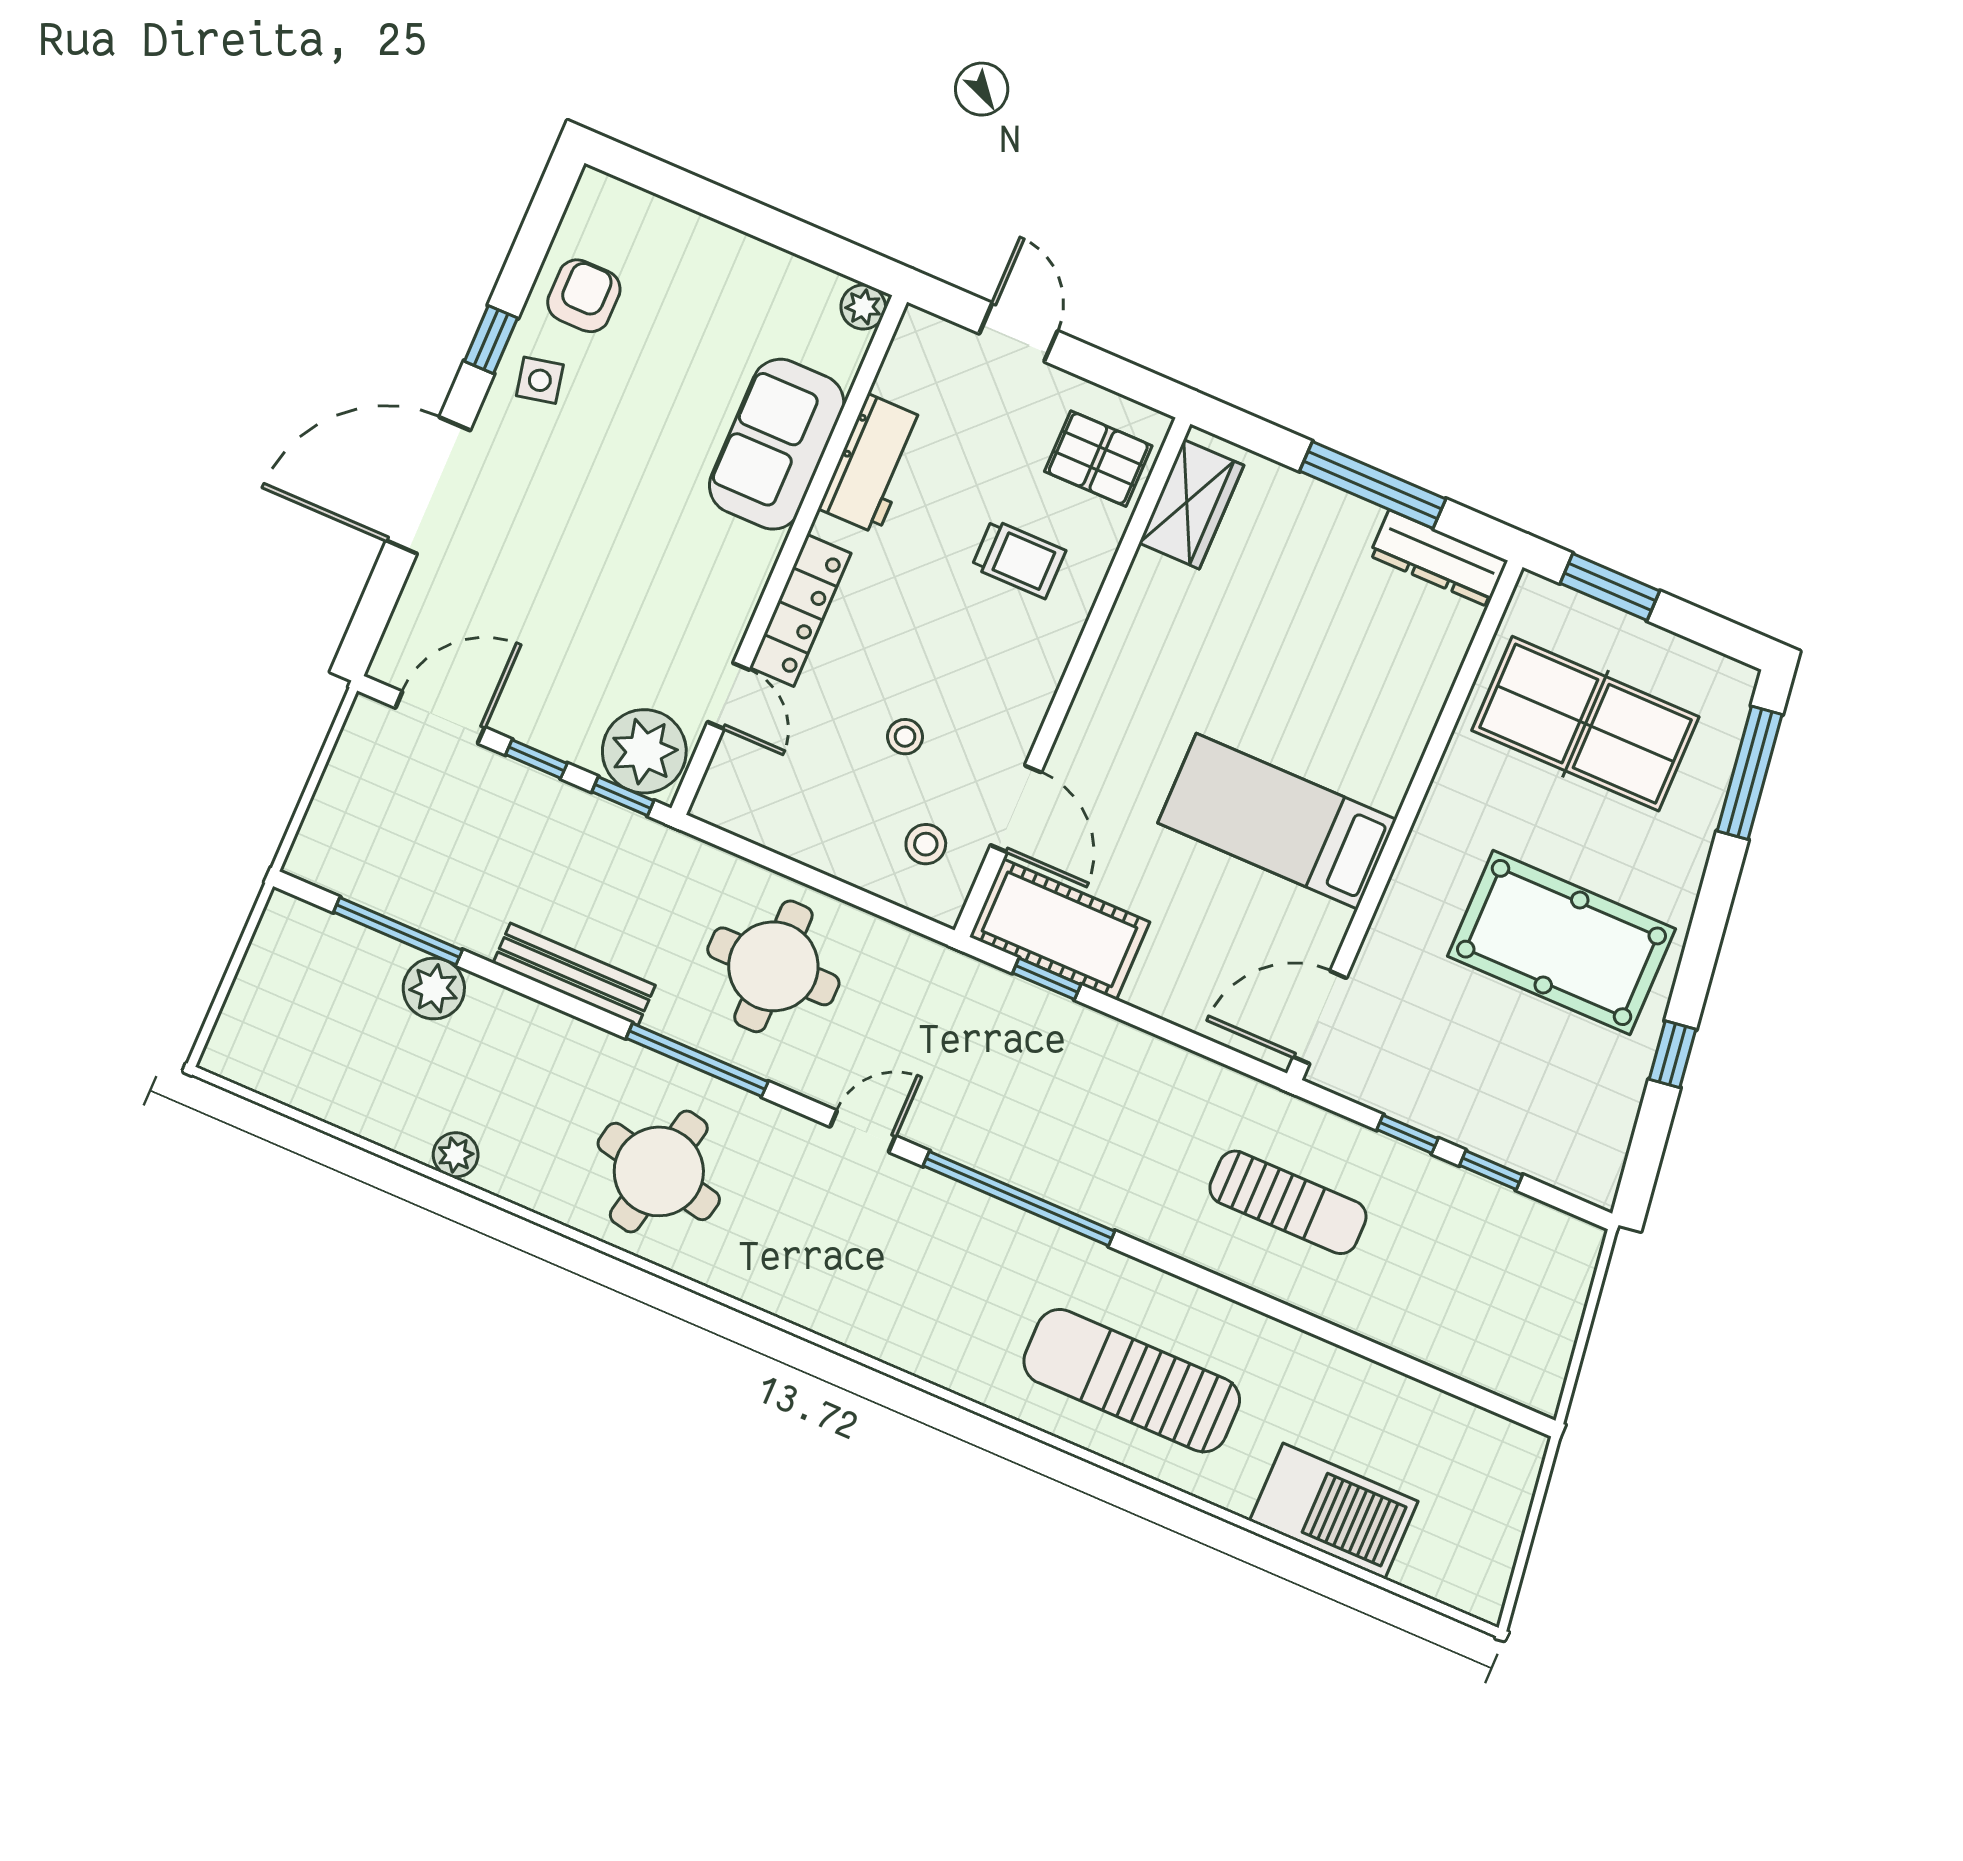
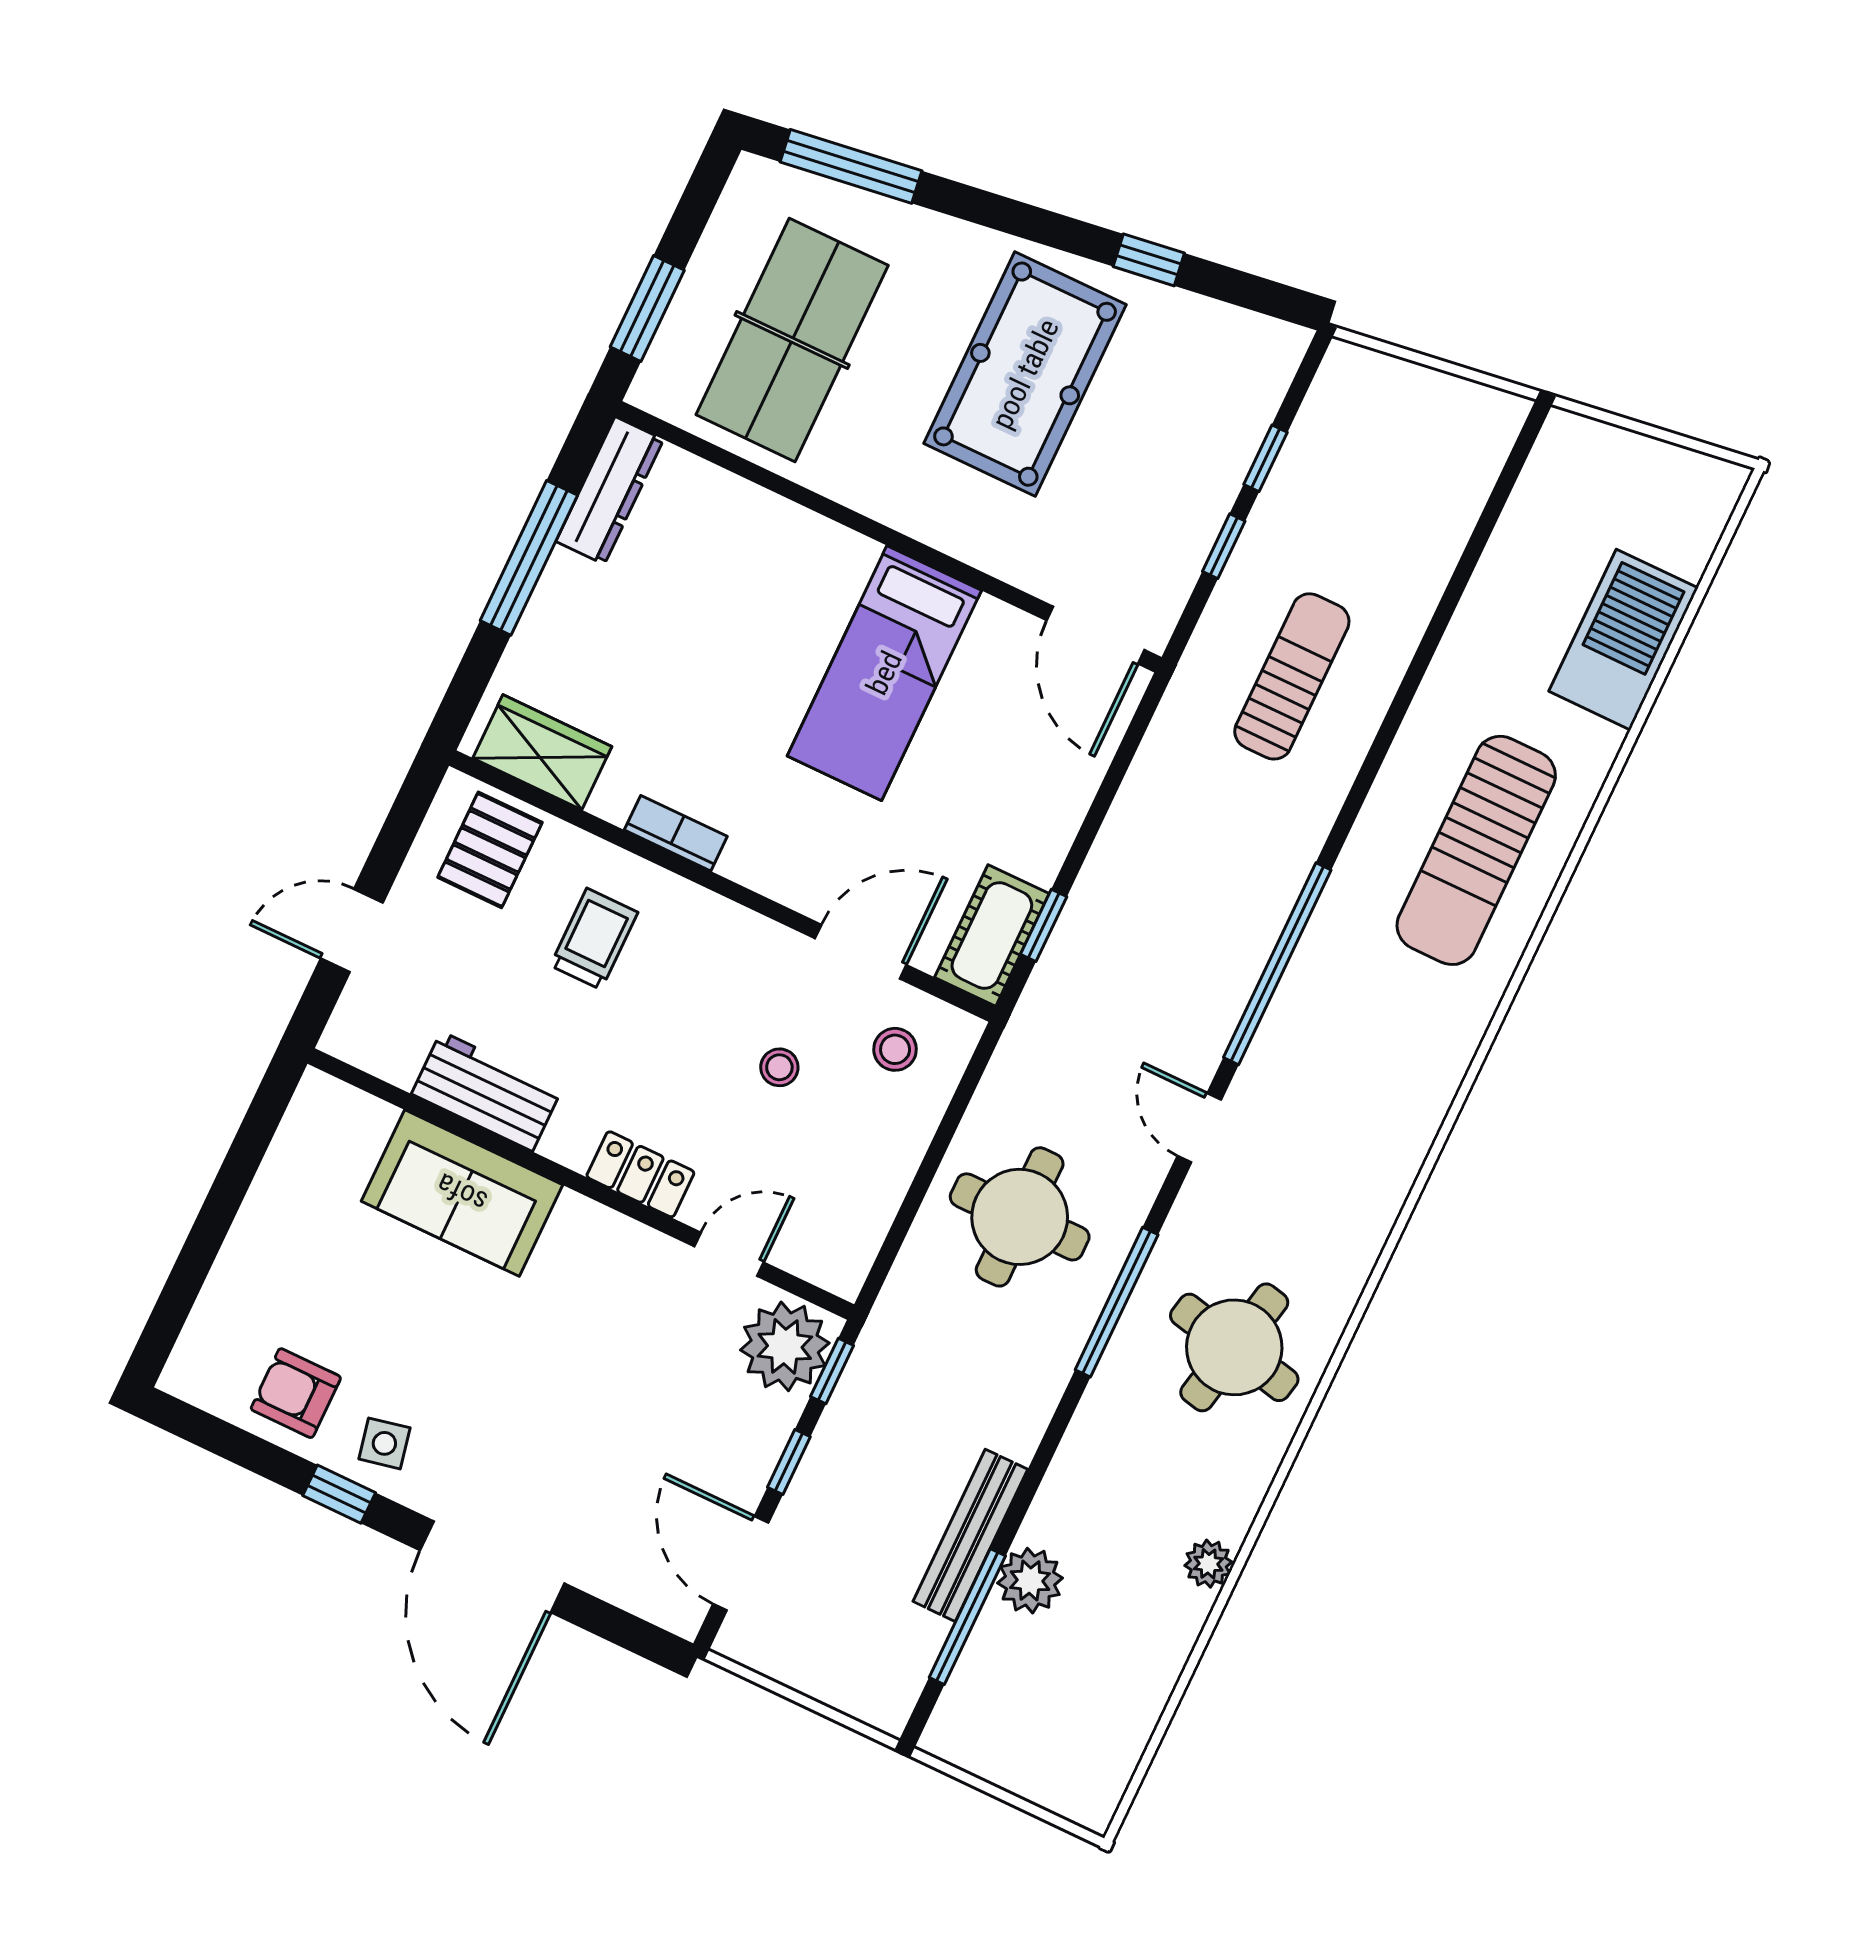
plant: (863, 307) -> (319, 1095), removed
locker: (800, 610) -> (640, 1174), width x0.66
bookcase: (1120, 632) -> (676, 833), added
cot: (1060, 929) -> (992, 935), width x0.73, depth x0.75
bench: (574, 974) -> (970, 1535), moved

